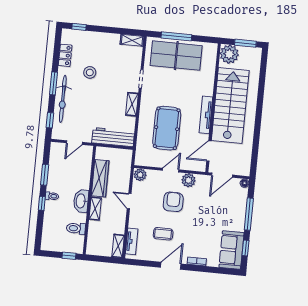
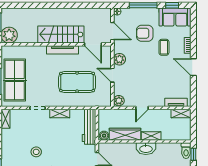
stairs: (230, 106) -> (61, 34), width x0.73, depth x0.66
boiler: (101, 154) -> (104, 136), added
armchair: (173, 202) -> (145, 33), moved
toilet: (76, 228) -> (186, 151), moved
coffee table: (163, 234) -> (164, 47), moved

